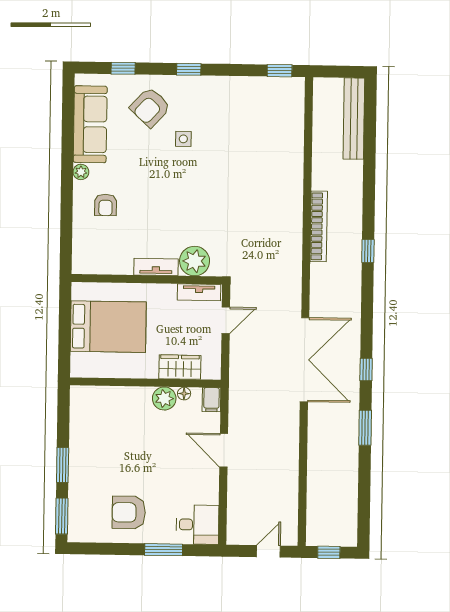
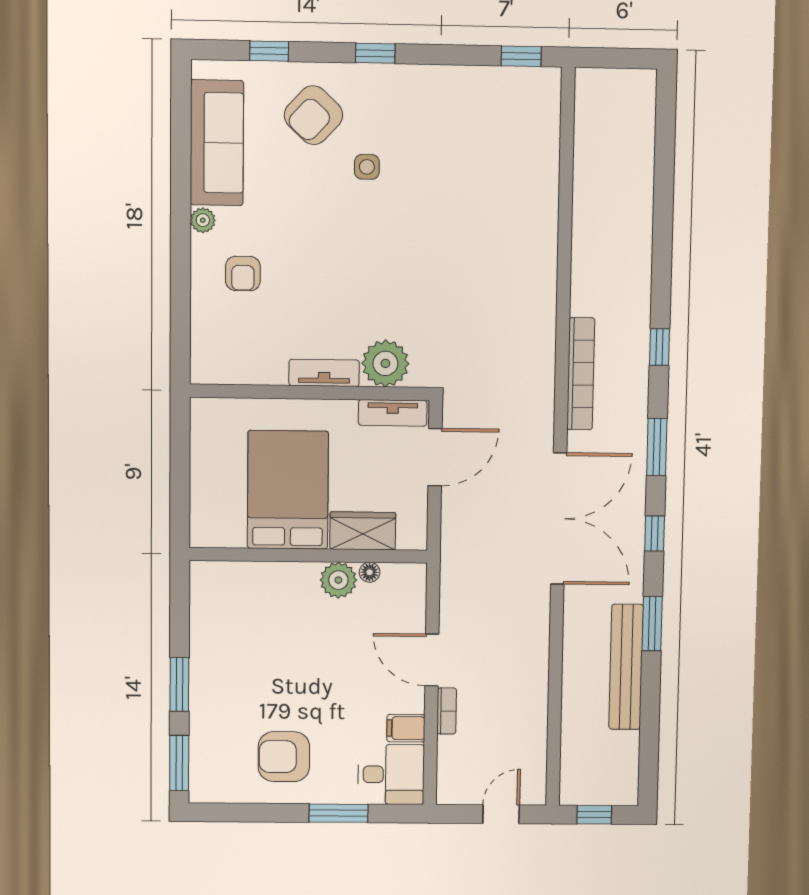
bench: (354, 119) -> (626, 667), moved
bookcase: (319, 226) -> (581, 374), moved
window: (367, 314) -> (657, 447), added
door: (226, 320) -> (435, 457), width x1.38
bed: (108, 327) -> (288, 490), moved, turned -90
filing cabinet: (211, 400) -> (406, 728), moved, turned 90
bookcase: (233, 483) -> (447, 711), added

